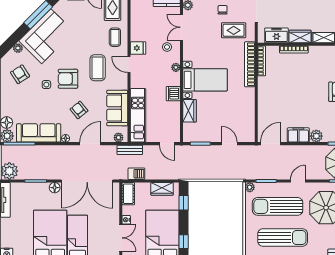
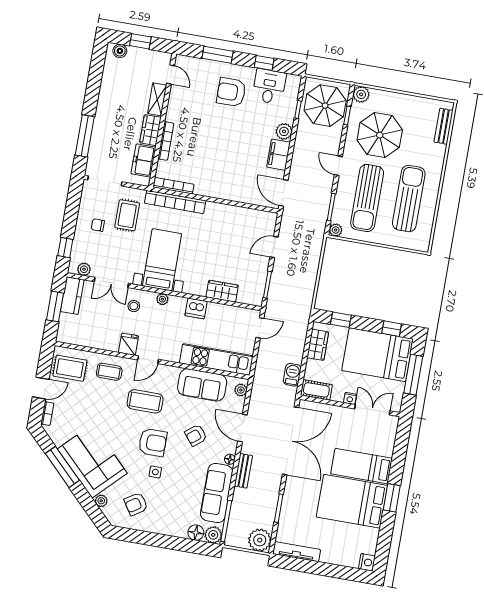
armchair: (68, 79) -> (153, 442), turned -90
bed with nightstands: (205, 80) -> (162, 260), moved
bench: (130, 150) -> (243, 471), moved
floor lamp: (55, 188) -> (292, 485), removed

